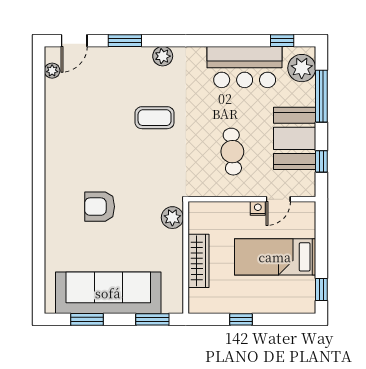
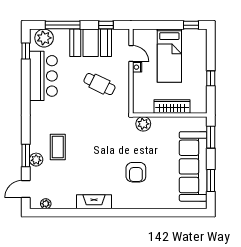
door: (74, 41) -> (26, 189), swing flipped
plant: (163, 56) -> (36, 160), moved
coffee table: (155, 118) -> (58, 147), moved
fireplace: (55, 143) -> (94, 202), added
cafe table: (232, 152) -> (99, 84), turned 30

